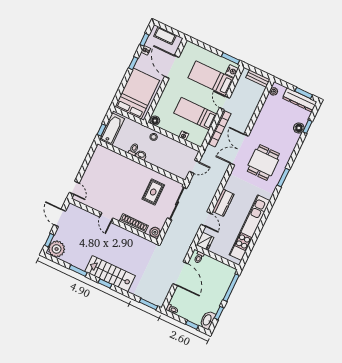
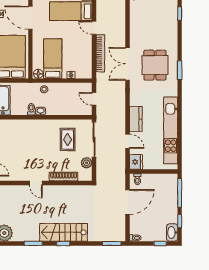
bed: (195, 114) -> (53, 59), moved, turned 90
floor lamp: (299, 128) -> (172, 18), removed
door: (194, 167) -> (94, 99), swing flipped
plant: (155, 232) -> (87, 163), moved
door: (180, 274) -> (127, 202), hinge flipped

